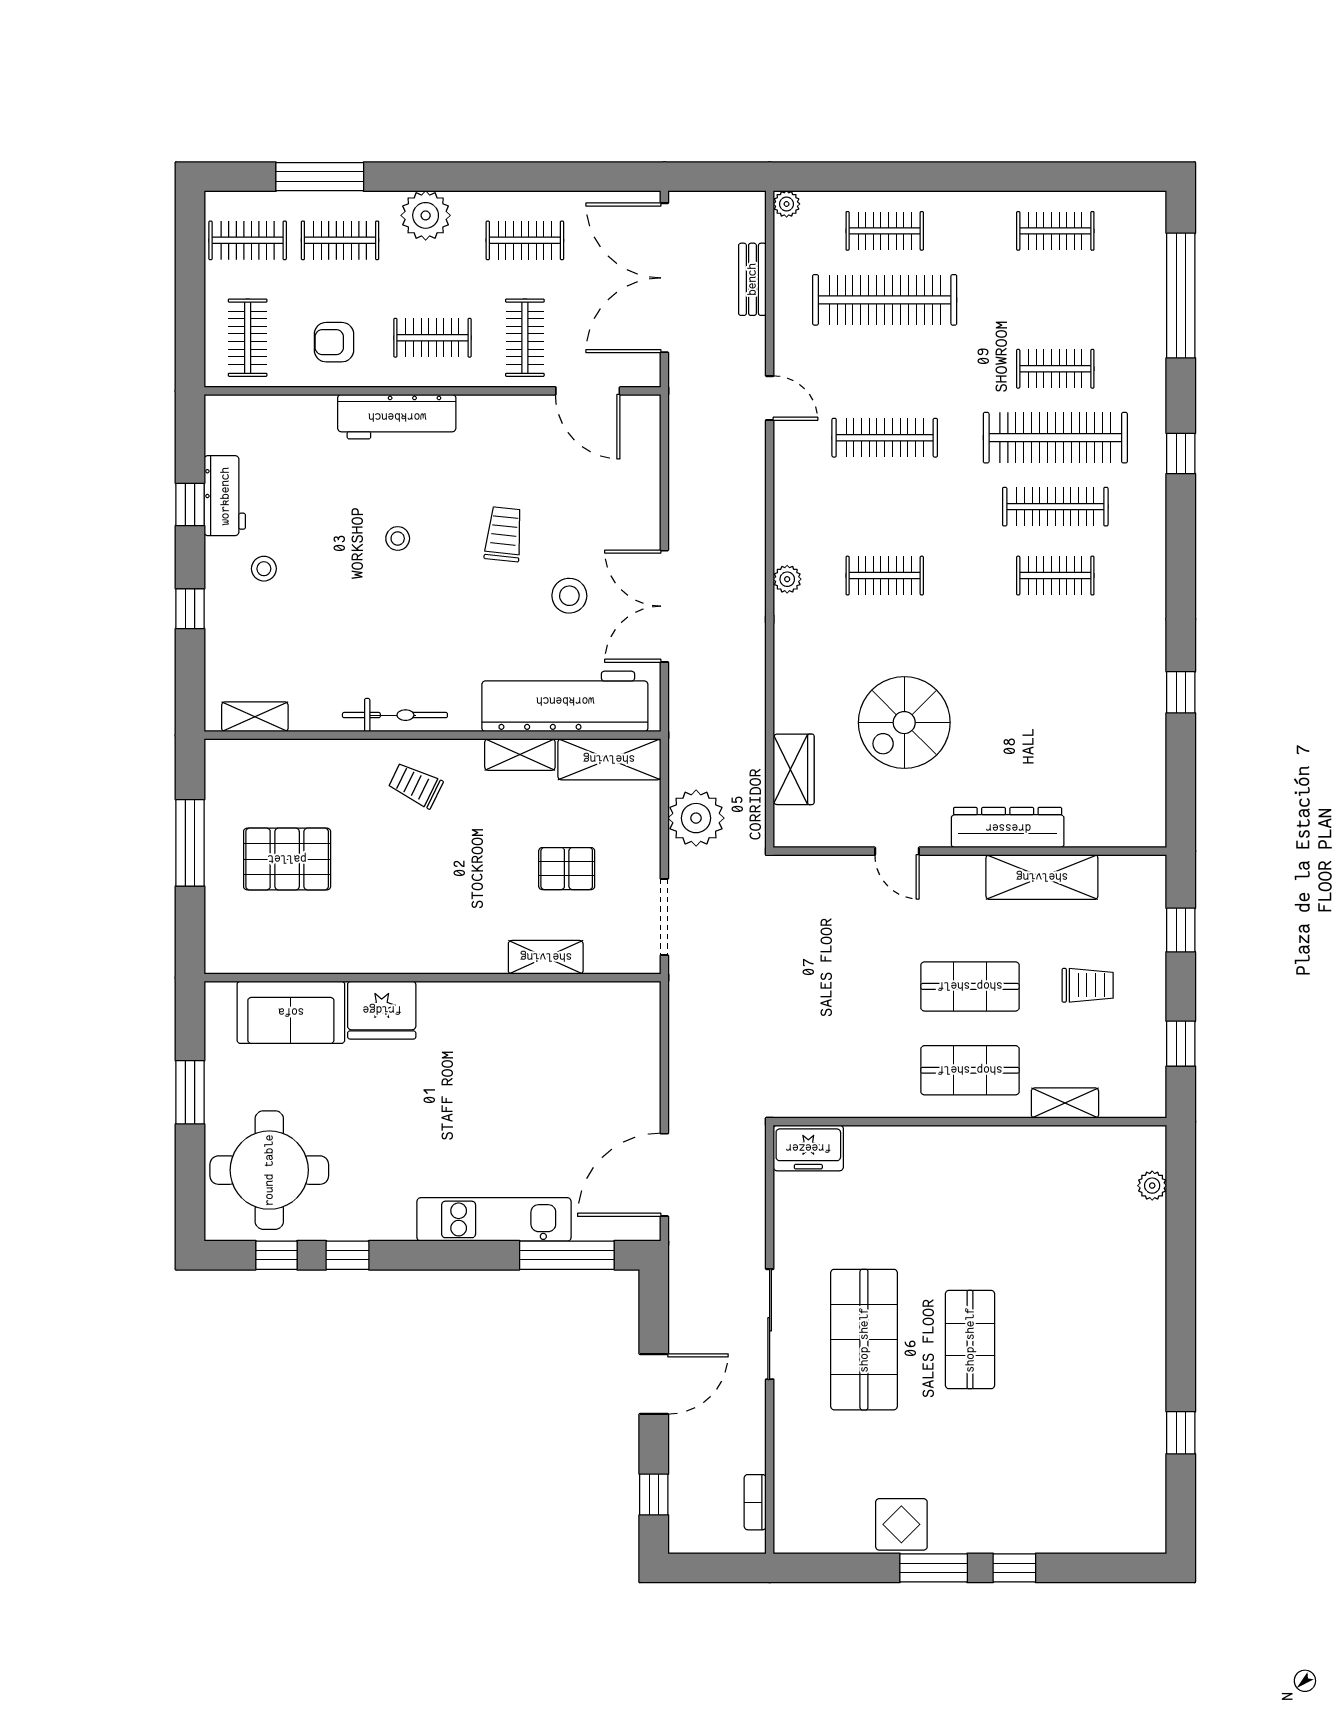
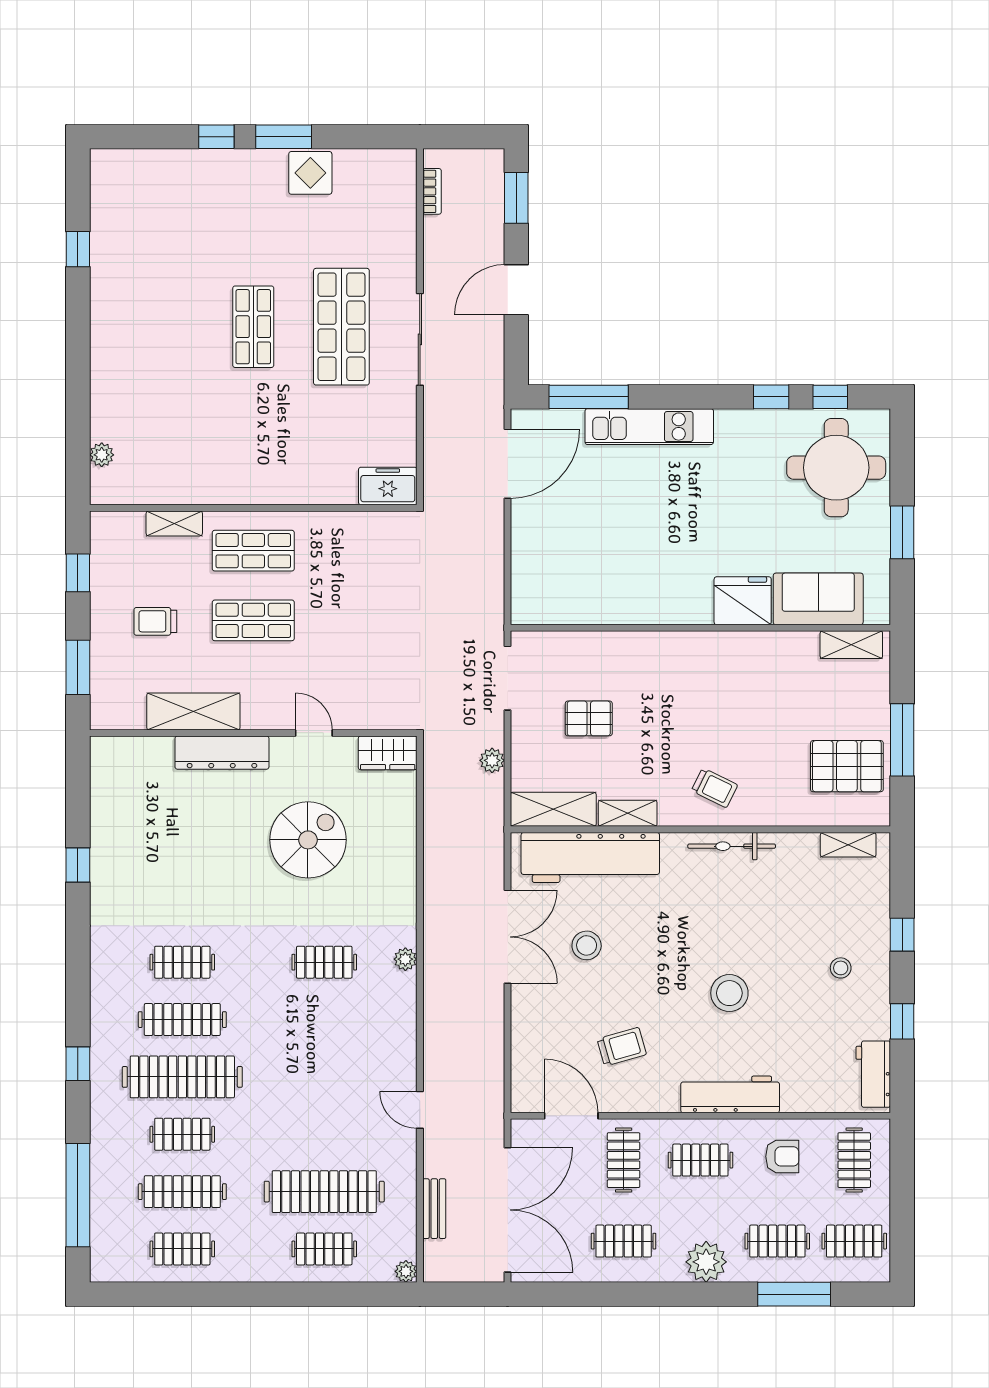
clothes rail: (885, 438) -> (182, 1192), moved
workbench: (225, 496) -> (873, 1074), moved
trolley: (504, 534) -> (622, 1047), moved, turned -112
stool: (398, 538) -> (729, 993), width x1.89, depth x1.89
wardrobe: (794, 769) -> (388, 753), moved, turned -90
plant: (696, 818) -> (492, 760), width x0.53, depth x0.53
pallet: (287, 859) -> (847, 766), moved
window: (1181, 930) -> (78, 667), width x1.50
shelving: (546, 957) -> (851, 645), moved
window: (654, 1494) -> (516, 198), width x1.50

